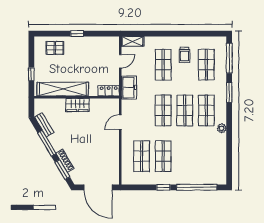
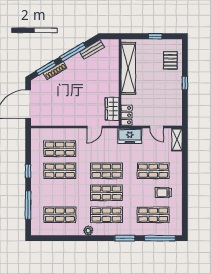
window: (31, 74) -> (155, 36), moved
wardrobe: (78, 105) -> (112, 109), moved
door: (120, 122) -> (94, 127), swing flipped
shop shelf: (206, 156) -> (60, 215), added
window: (197, 187) -> (28, 205), width x0.68

